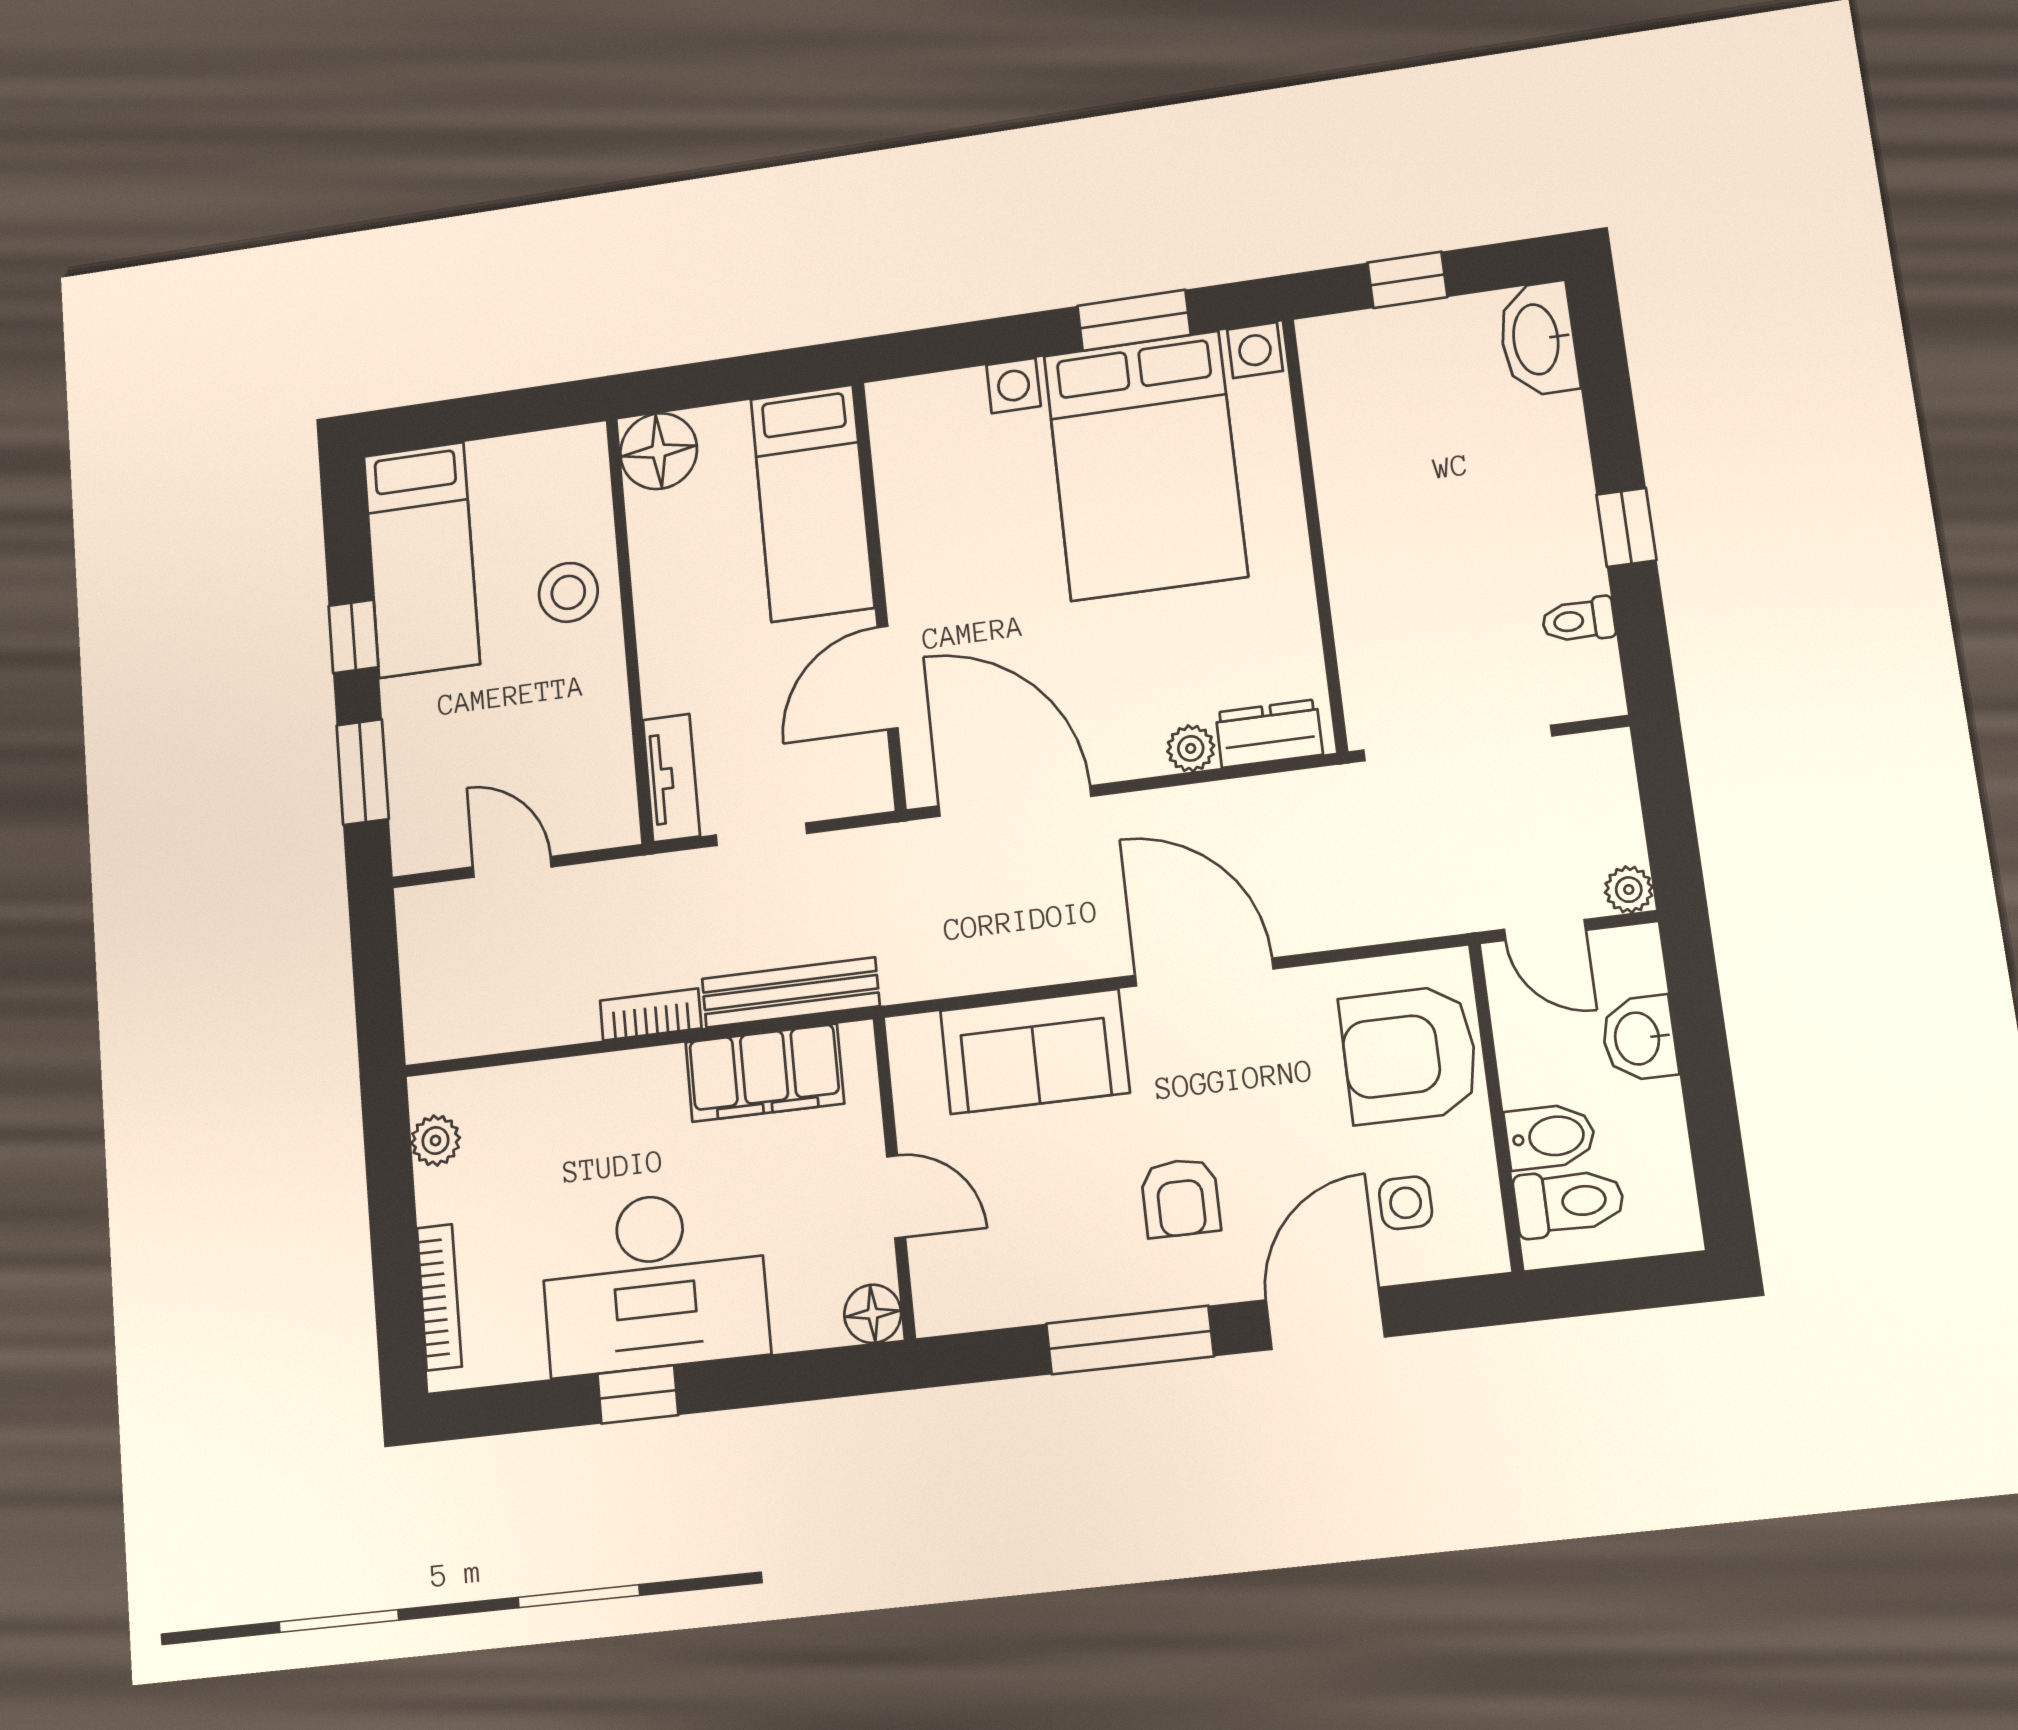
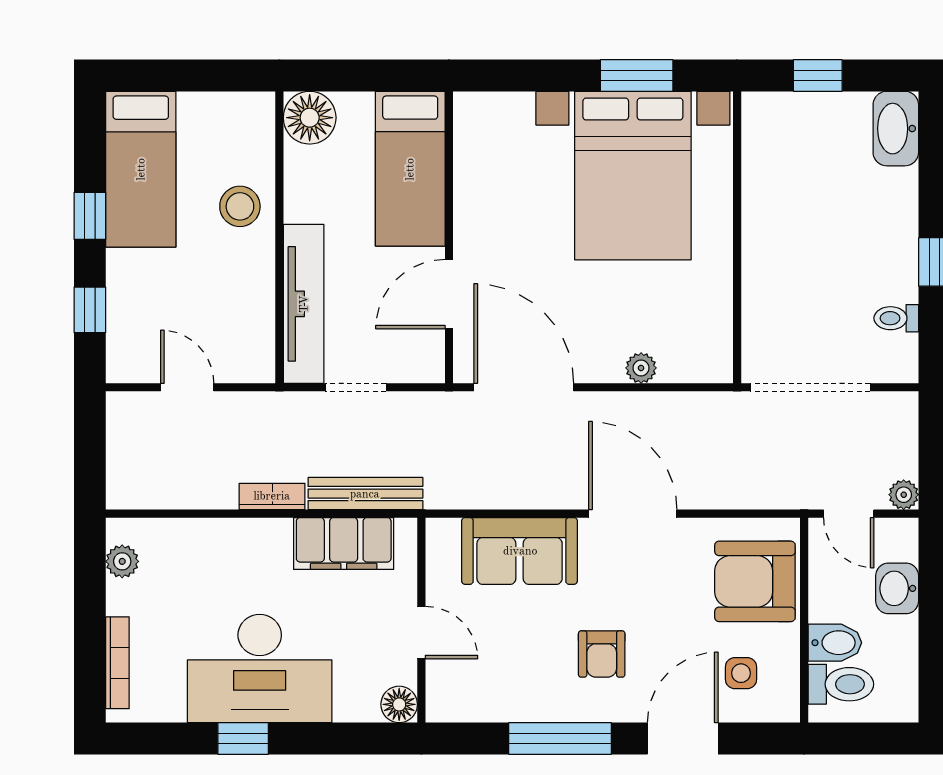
dresser: (1269, 733) -> (692, 365), removed
window: (363, 772) -> (90, 310), width x0.67
tv unit: (671, 778) -> (304, 304), width x1.92, depth x1.29

